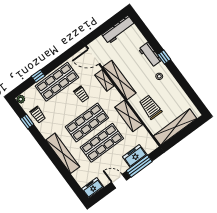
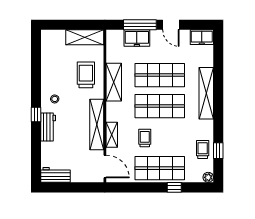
workbench: (118, 30) -> (56, 175), width x0.73
trolley: (150, 107) -> (86, 75), turned 180
shelving: (175, 127) -> (85, 37), width x0.68

